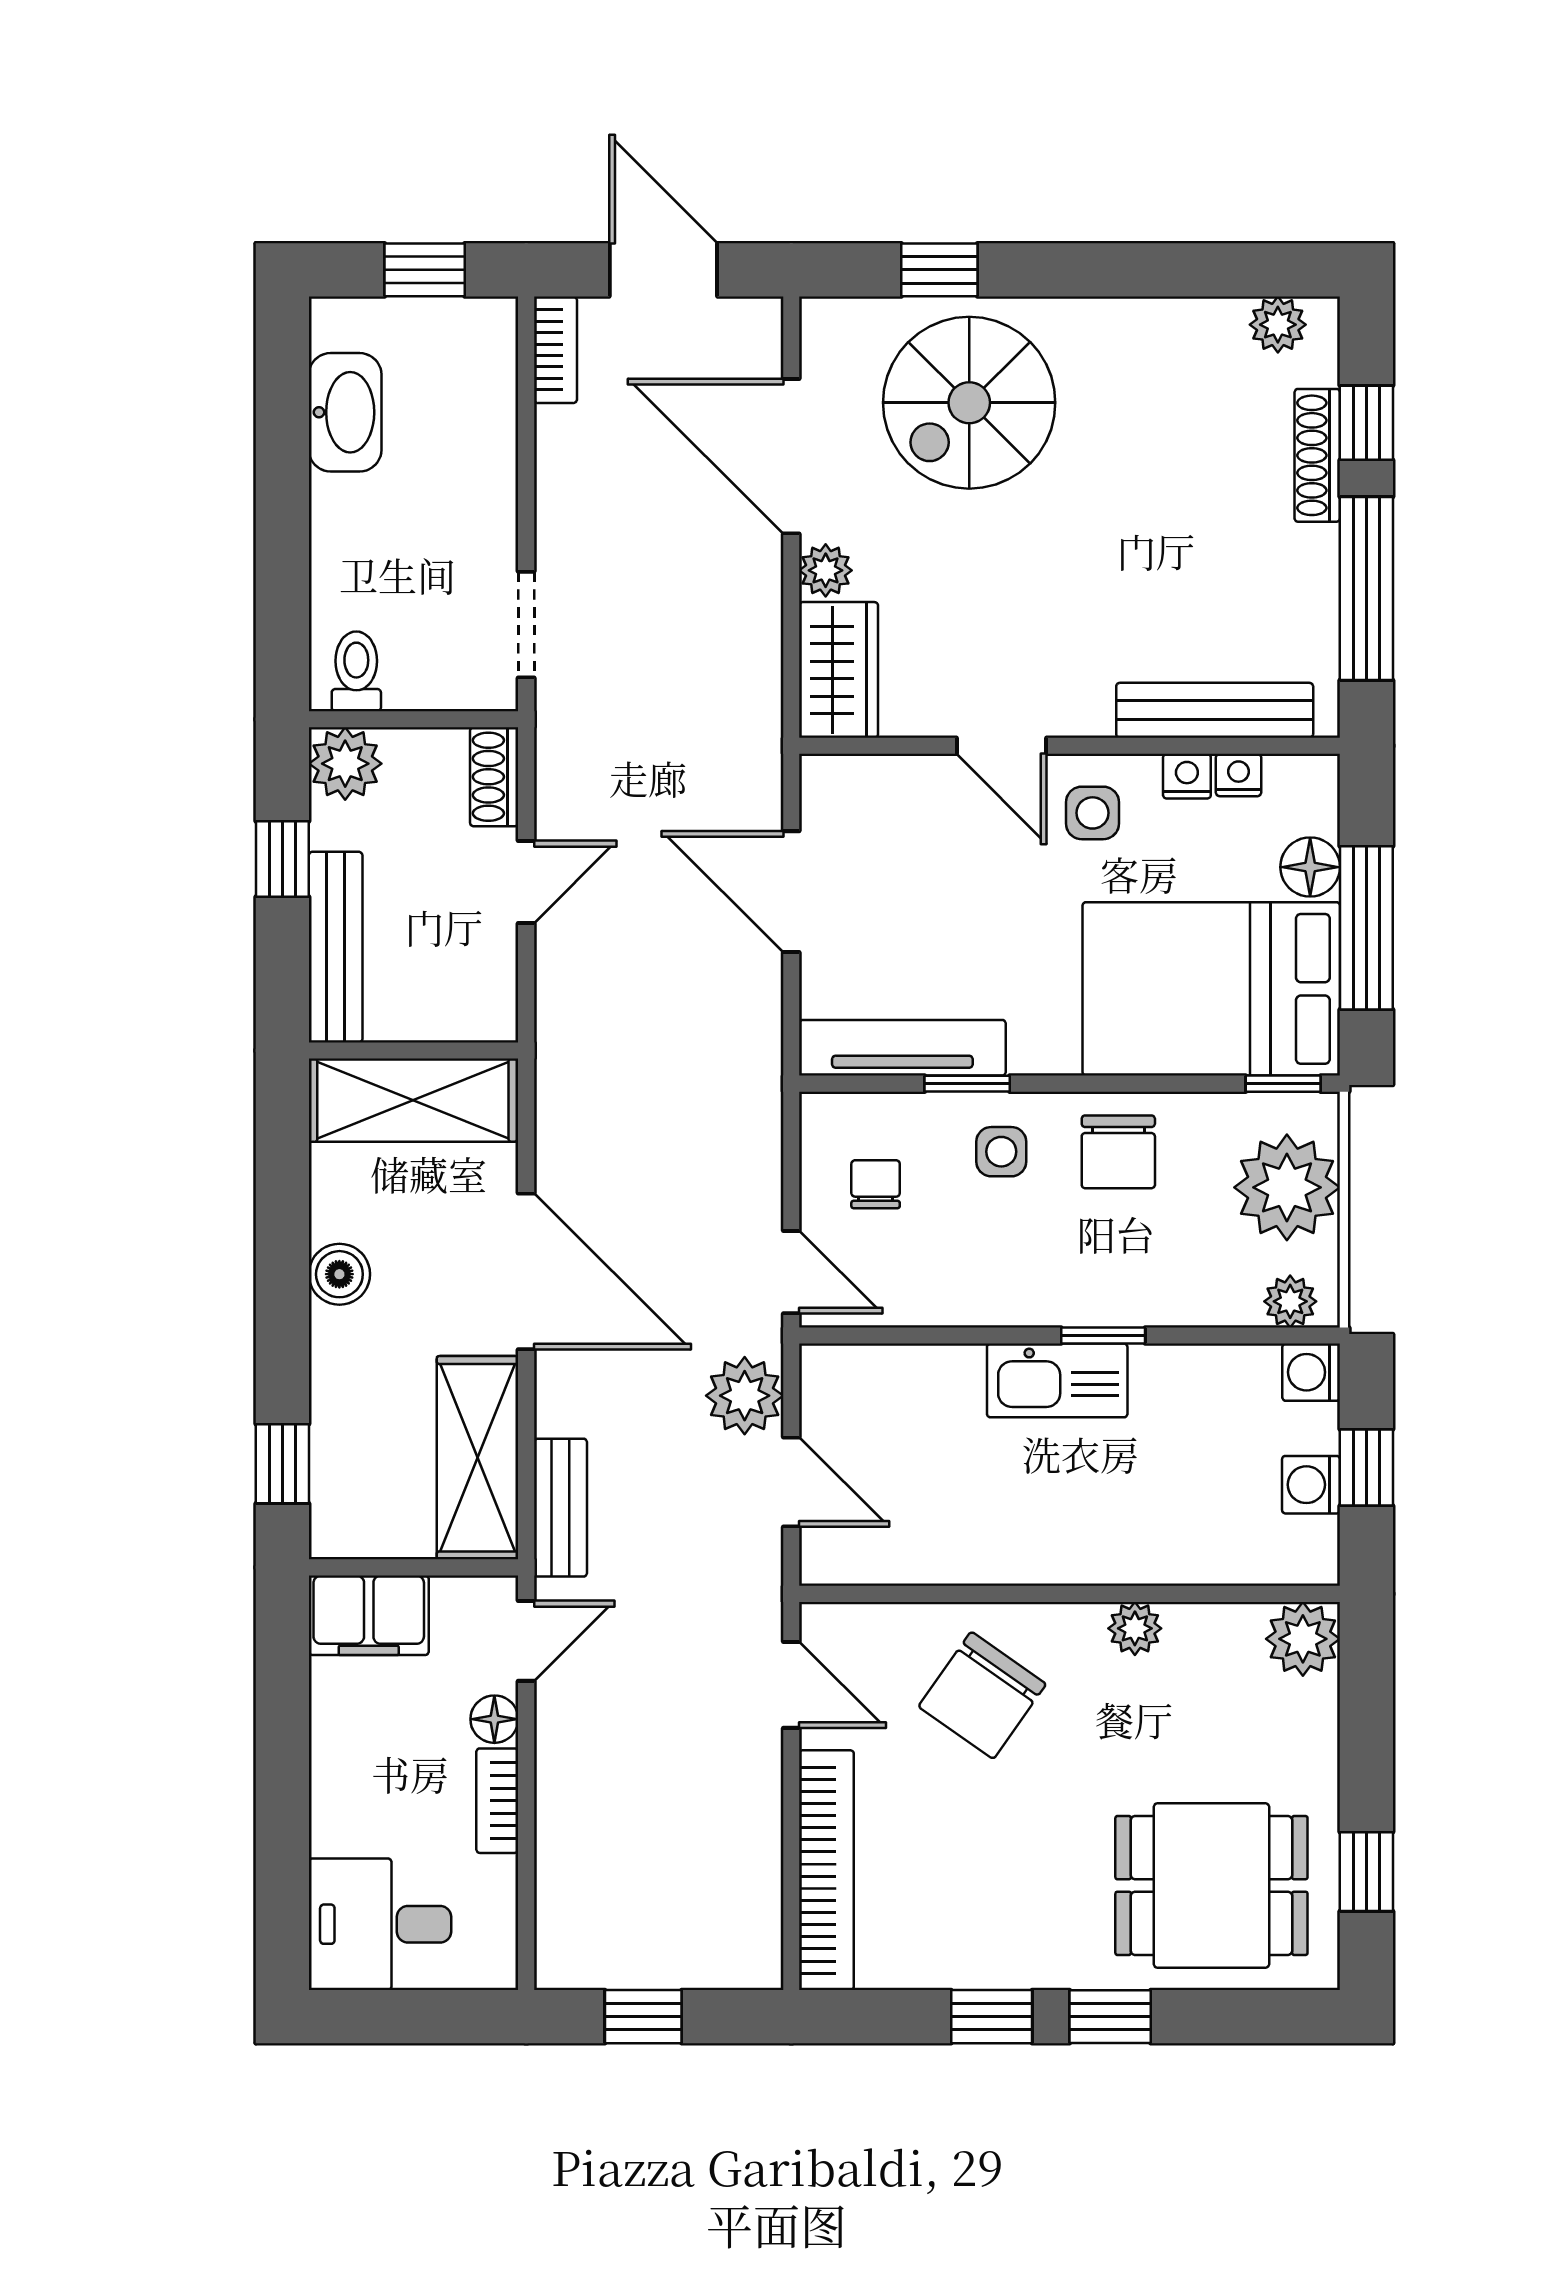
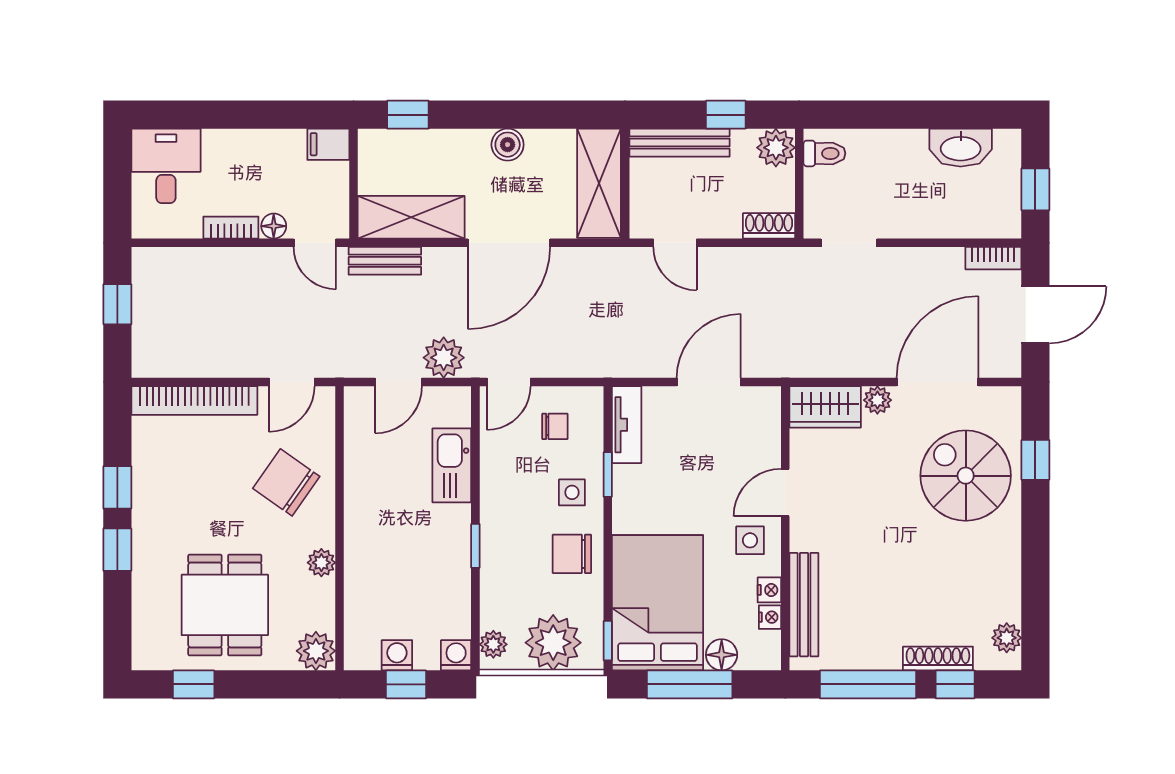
door: (526, 882) -> (675, 243), moved
tv unit: (902, 1048) -> (627, 425), width x0.71
kitchen sink: (1057, 1380) -> (452, 465), moved
filing cabinet: (369, 1615) -> (328, 144), width x0.50
dining table: (1211, 1885) -> (225, 605), moved

